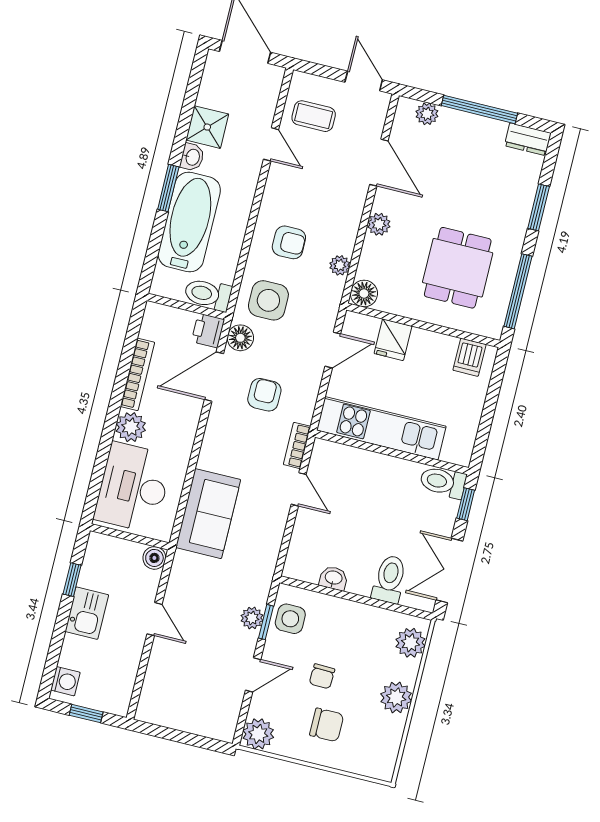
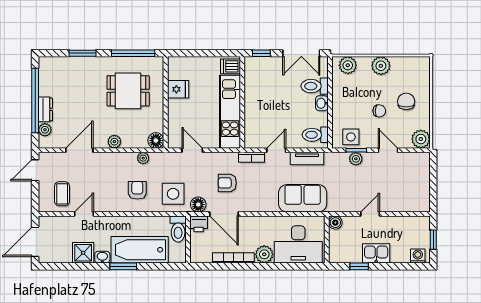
window: (479, 109) -> (35, 100), width x1.46
dresser: (528, 139) -> (45, 109), moved
fridge: (393, 340) -> (178, 89), moved
dishwasher: (469, 357) -> (230, 66), moved, turned 180
toilet: (443, 482) -> (315, 135), moved, turned 90
tv unit: (272, 537) -> (307, 159), added
washbasin: (333, 578) -> (322, 103), moved

